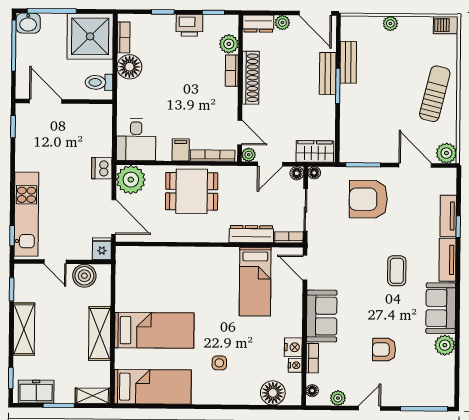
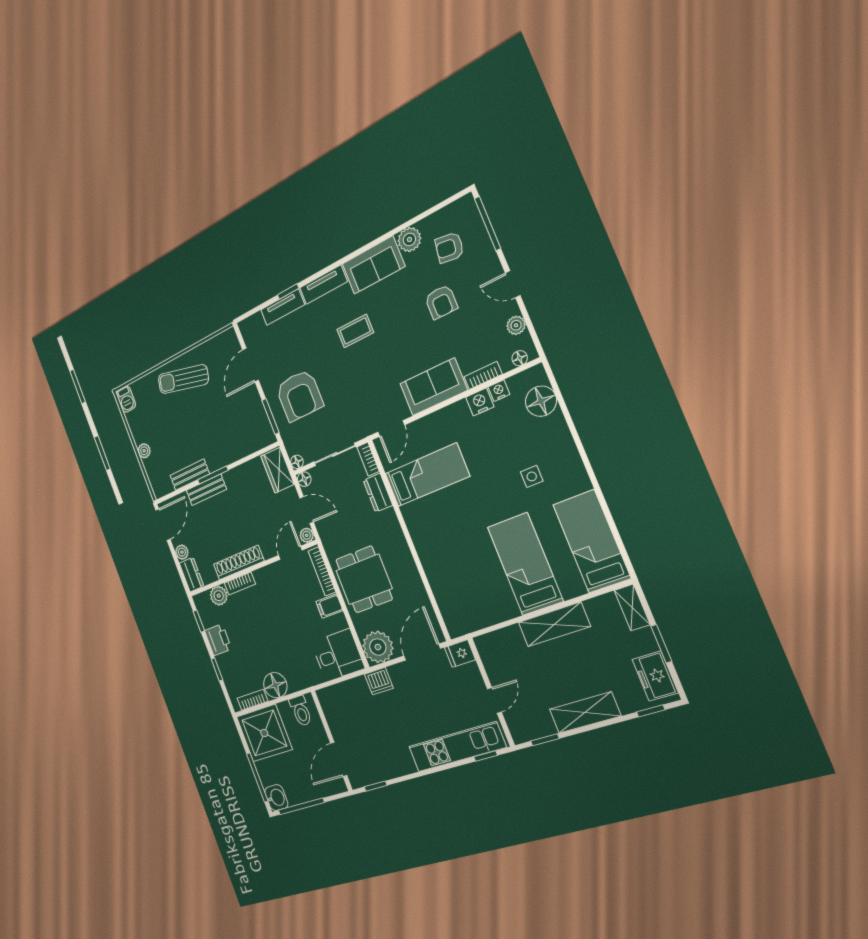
plant: (446, 153) -> (228, 340), removed
dresser: (251, 234) -> (378, 493), width x0.70
boiler: (84, 276) -> (497, 663), removed
armchair: (422, 373) -> (449, 248), added

